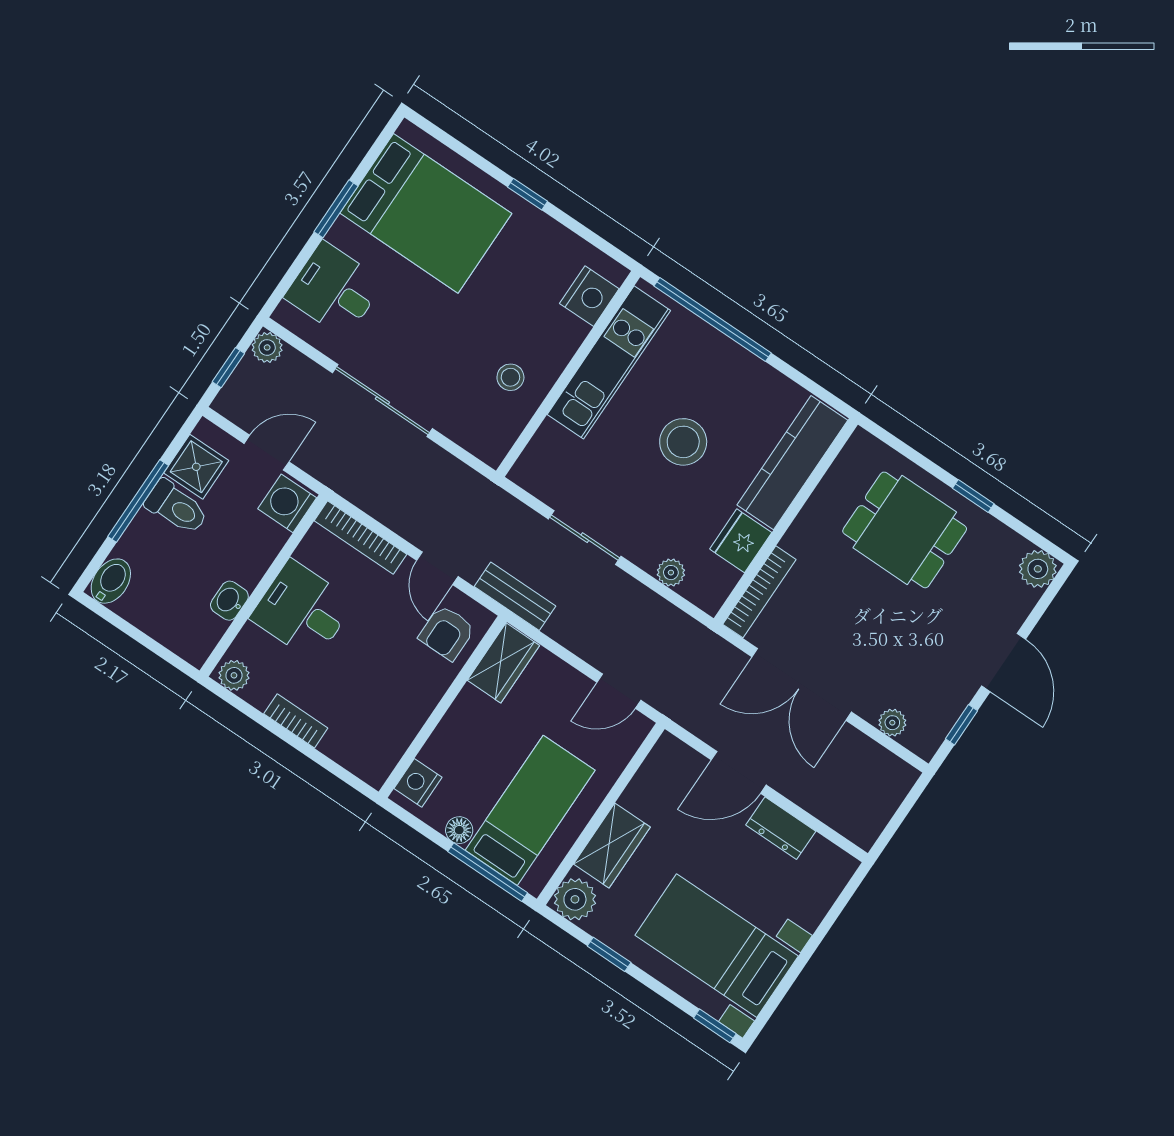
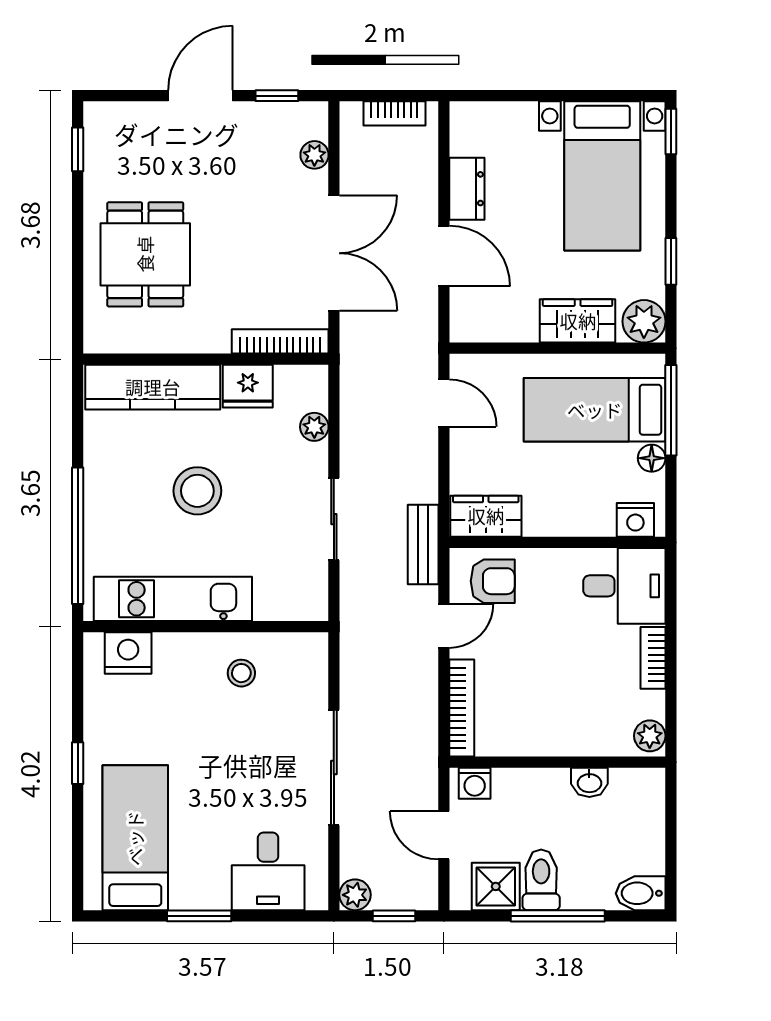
bed: (426, 213) -> (135, 838), width x0.67
window: (973, 496) -> (78, 149), moved
washing machine: (287, 503) -> (475, 783), width x0.73, depth x0.73
plant: (1038, 569) -> (102, 120), removed
desk: (302, 610) -> (624, 586), moved, turned -90
bookcase: (882, 811) -> (394, 113), added

